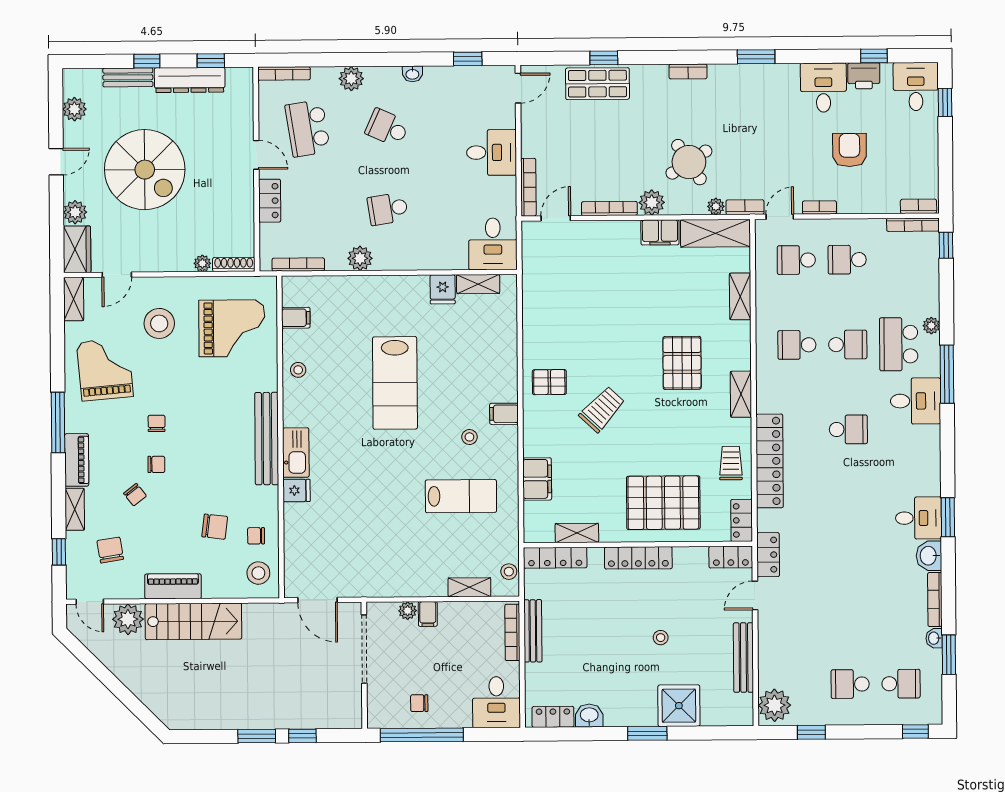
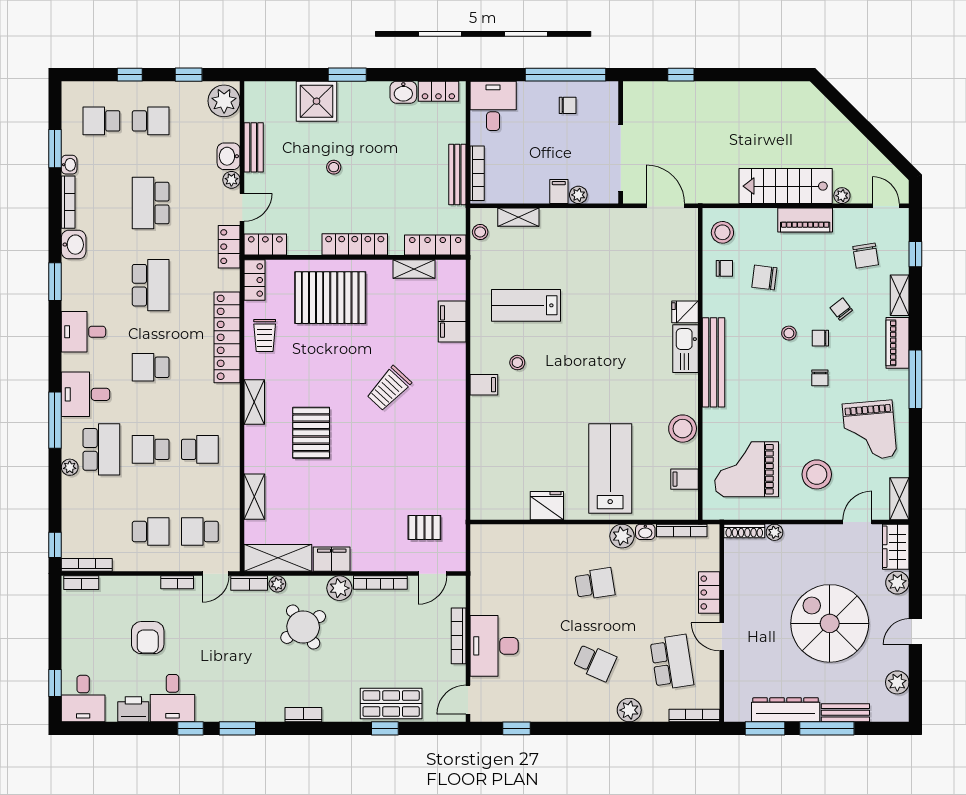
window: (874, 56) -> (190, 728), moved
window: (147, 61) -> (827, 728), width x2.17
window: (211, 61) -> (765, 728), width x1.50
washbasin: (412, 74) -> (645, 532), moved, turned 180
desk: (492, 152) -> (494, 646), width x1.37
bookcase: (528, 187) -> (459, 636), moved
desk: (493, 244) -> (493, 549), removed
school desk: (796, 260) -> (200, 532), turned 180
shelving: (478, 284) -> (508, 510), removed
fridge: (443, 289) -> (547, 506), width x1.38
stool: (298, 370) -> (683, 429), width x1.89, depth x1.89
pallet: (549, 382) -> (424, 527), moved
lab bench: (395, 383) -> (610, 468), moved
stool: (189, 469) -> (789, 333), added
school desk: (849, 514) -> (151, 285), added
desk: (918, 518) -> (83, 332), moved
school desk: (850, 599) -> (151, 203), added
plant: (128, 619) -> (842, 196), width x0.53, depth x0.53
plant: (766, 624) -> (231, 180), added
washbasin: (769, 648) -> (229, 156), added
bench: (743, 658) -> (254, 147), width x0.73
window: (915, 732) -> (130, 75), moved
window: (257, 736) -> (725, 75), removed

